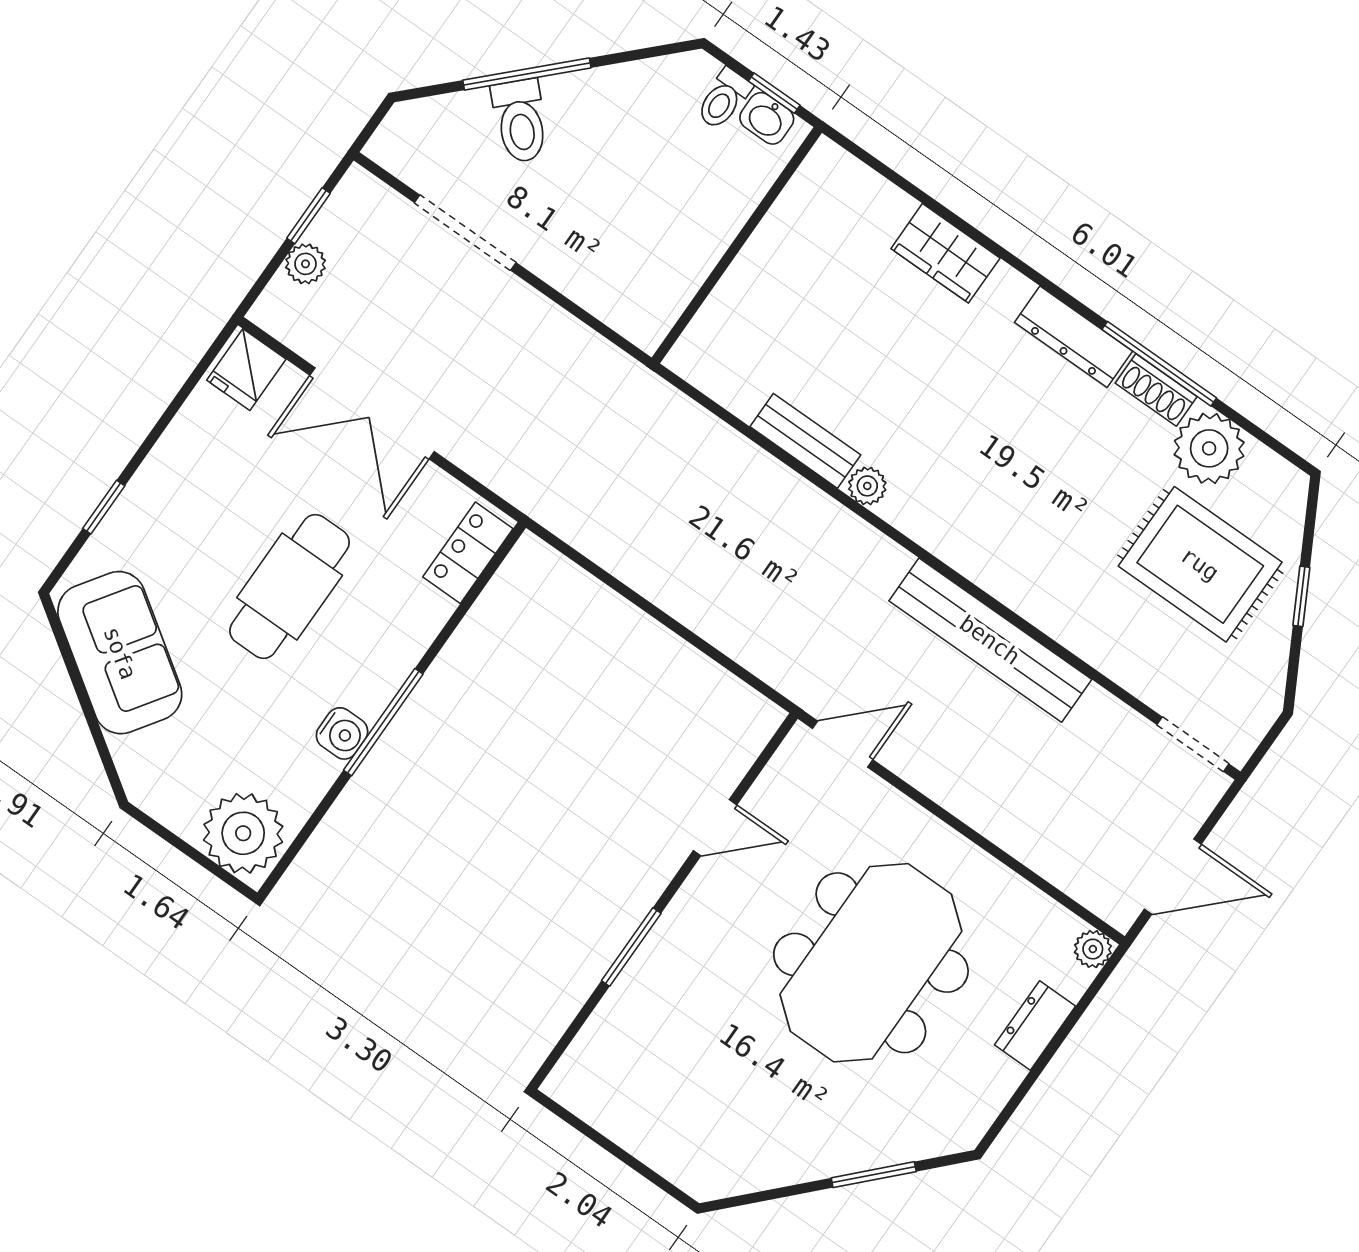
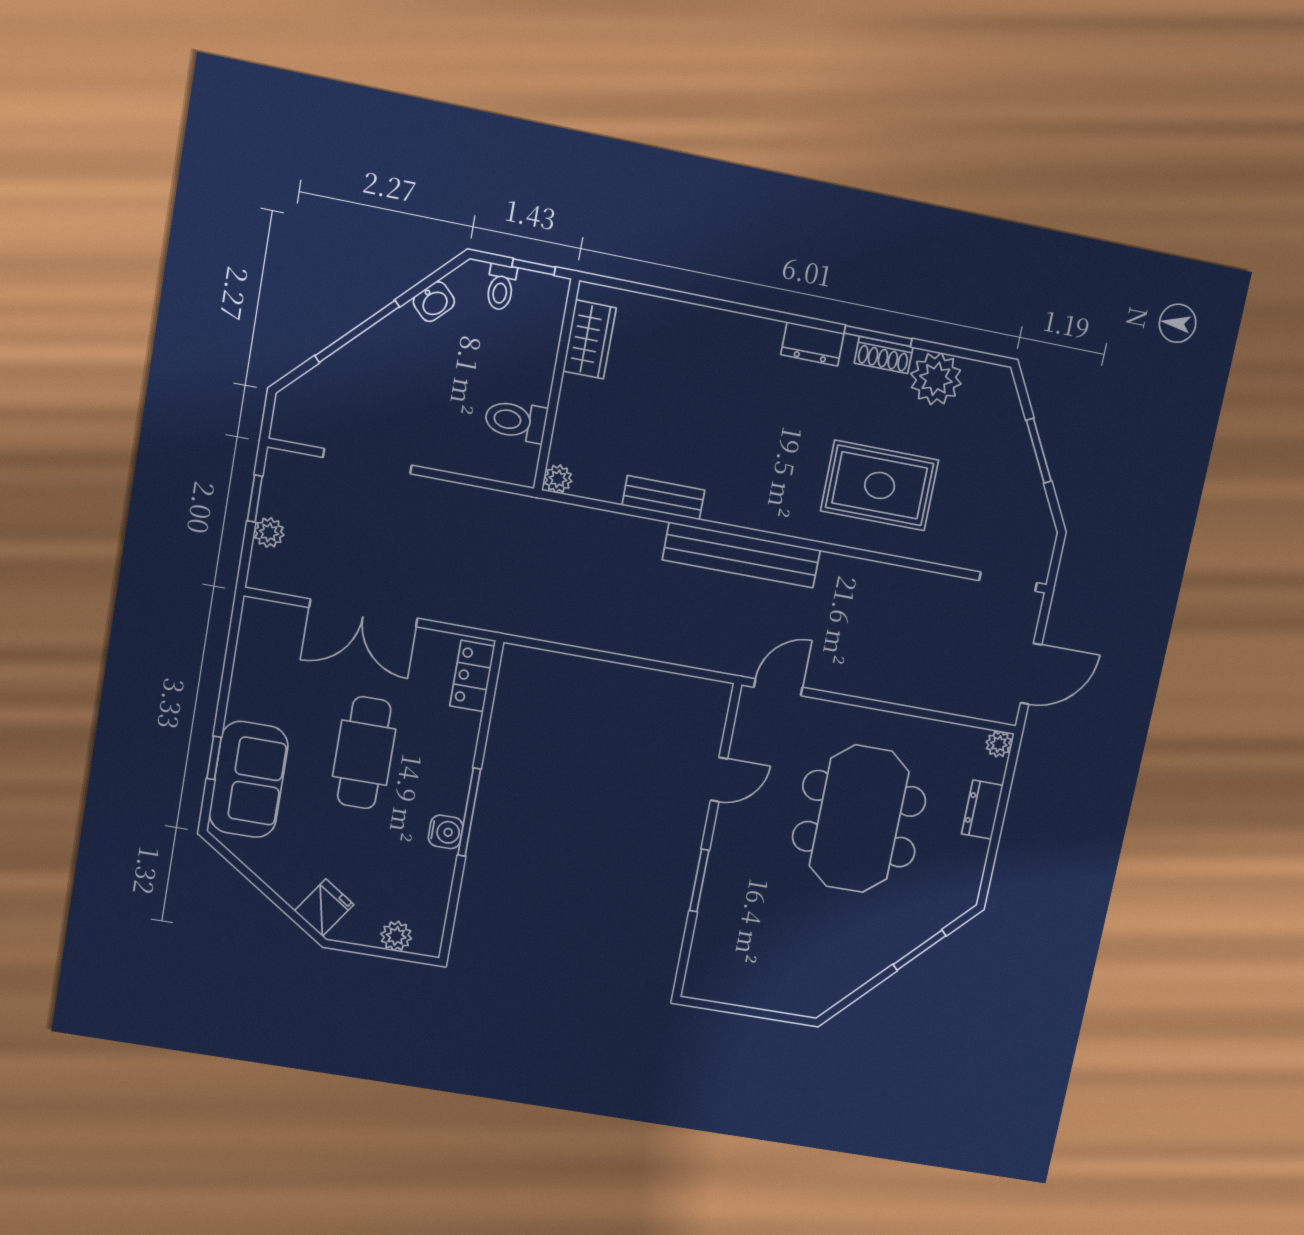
washbasin: (767, 118) -> (434, 302), moved, turned -45
toilet: (520, 121) -> (516, 421), moved, turned 135
wardrobe: (945, 253) -> (589, 339), moved, turned -90
dresser: (1073, 337) -> (812, 344), width x0.70
window: (1159, 364) -> (878, 336), width x0.69
fridge: (246, 370) -> (324, 908), moved, turned -146
plant: (867, 486) -> (558, 479), moved
rug: (1200, 564) -> (880, 485), moved
window: (1301, 596) -> (1039, 451), width x1.50
bench: (990, 640) -> (741, 555), moved
sofa: (120, 653) -> (249, 780), moved, turned 56
plant: (243, 833) -> (396, 936), width x0.53, depth x0.53

